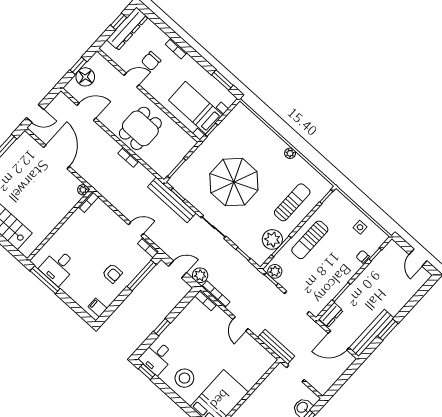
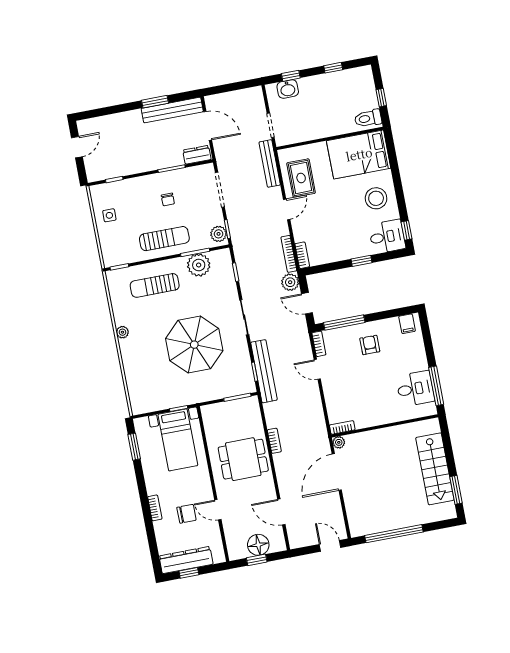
door: (56, 157) -> (337, 472), moved
chair: (363, 257) -> (168, 199), moved
rug: (247, 353) -> (301, 178), added

